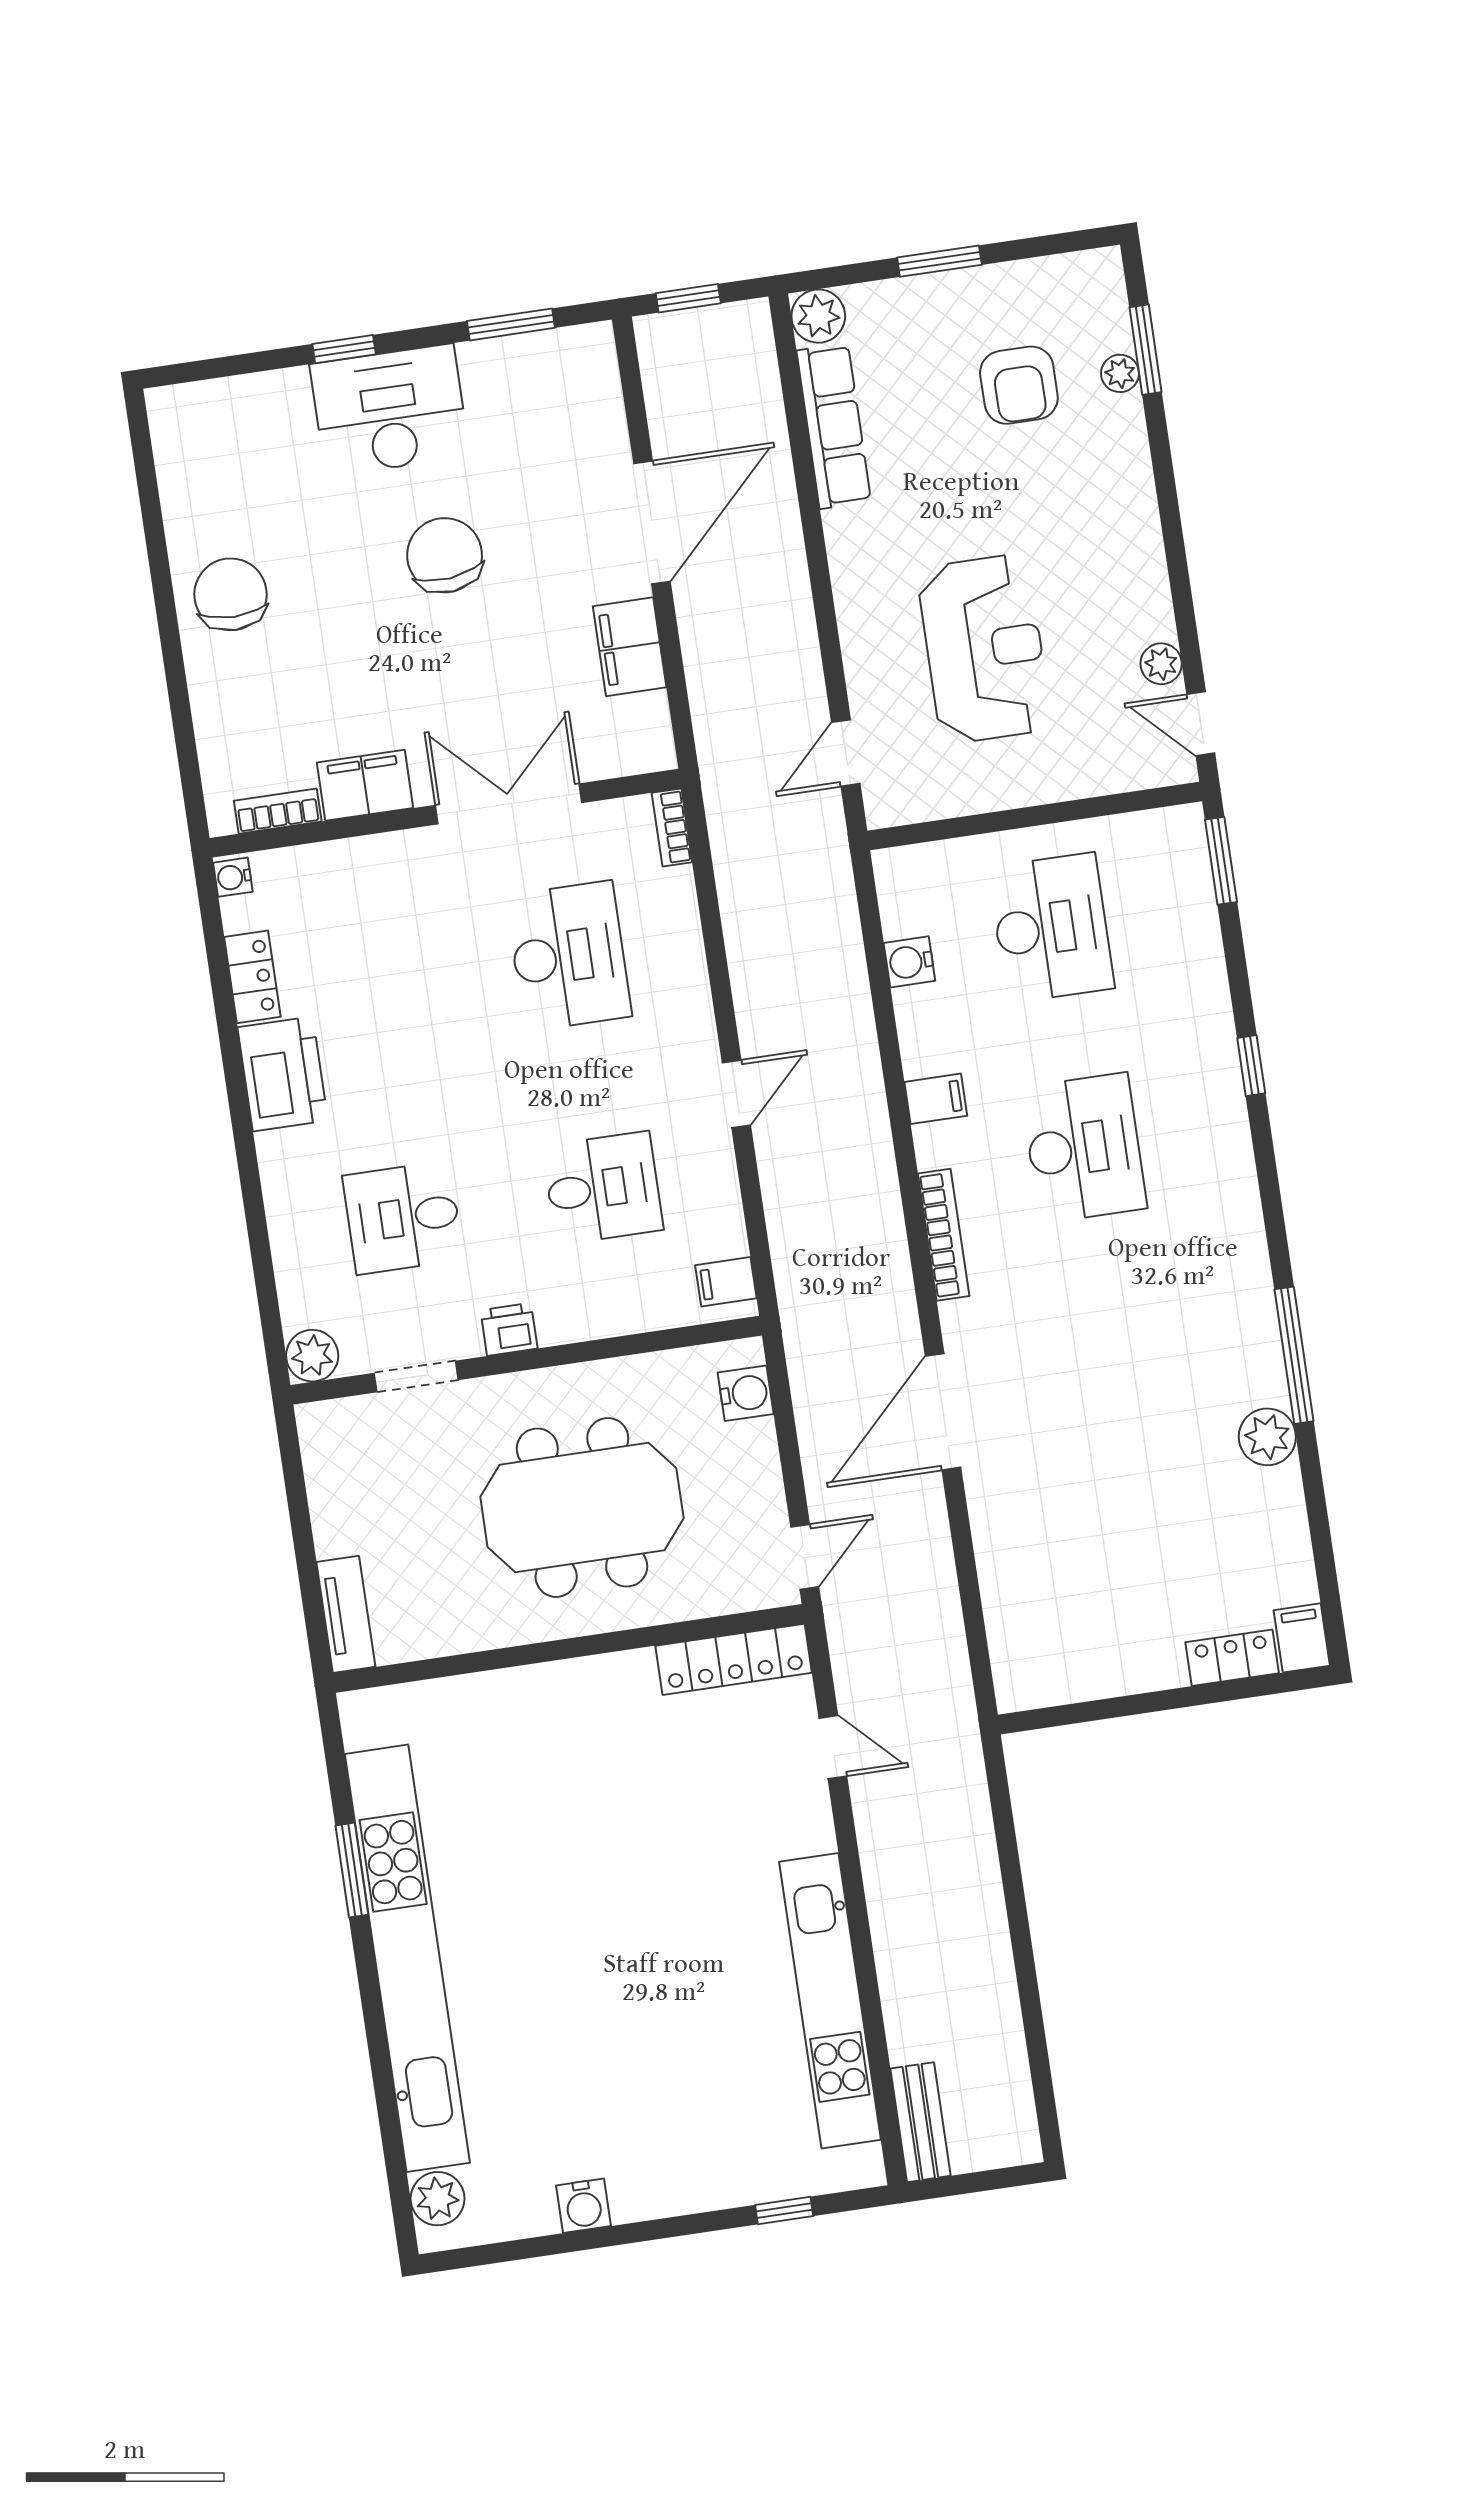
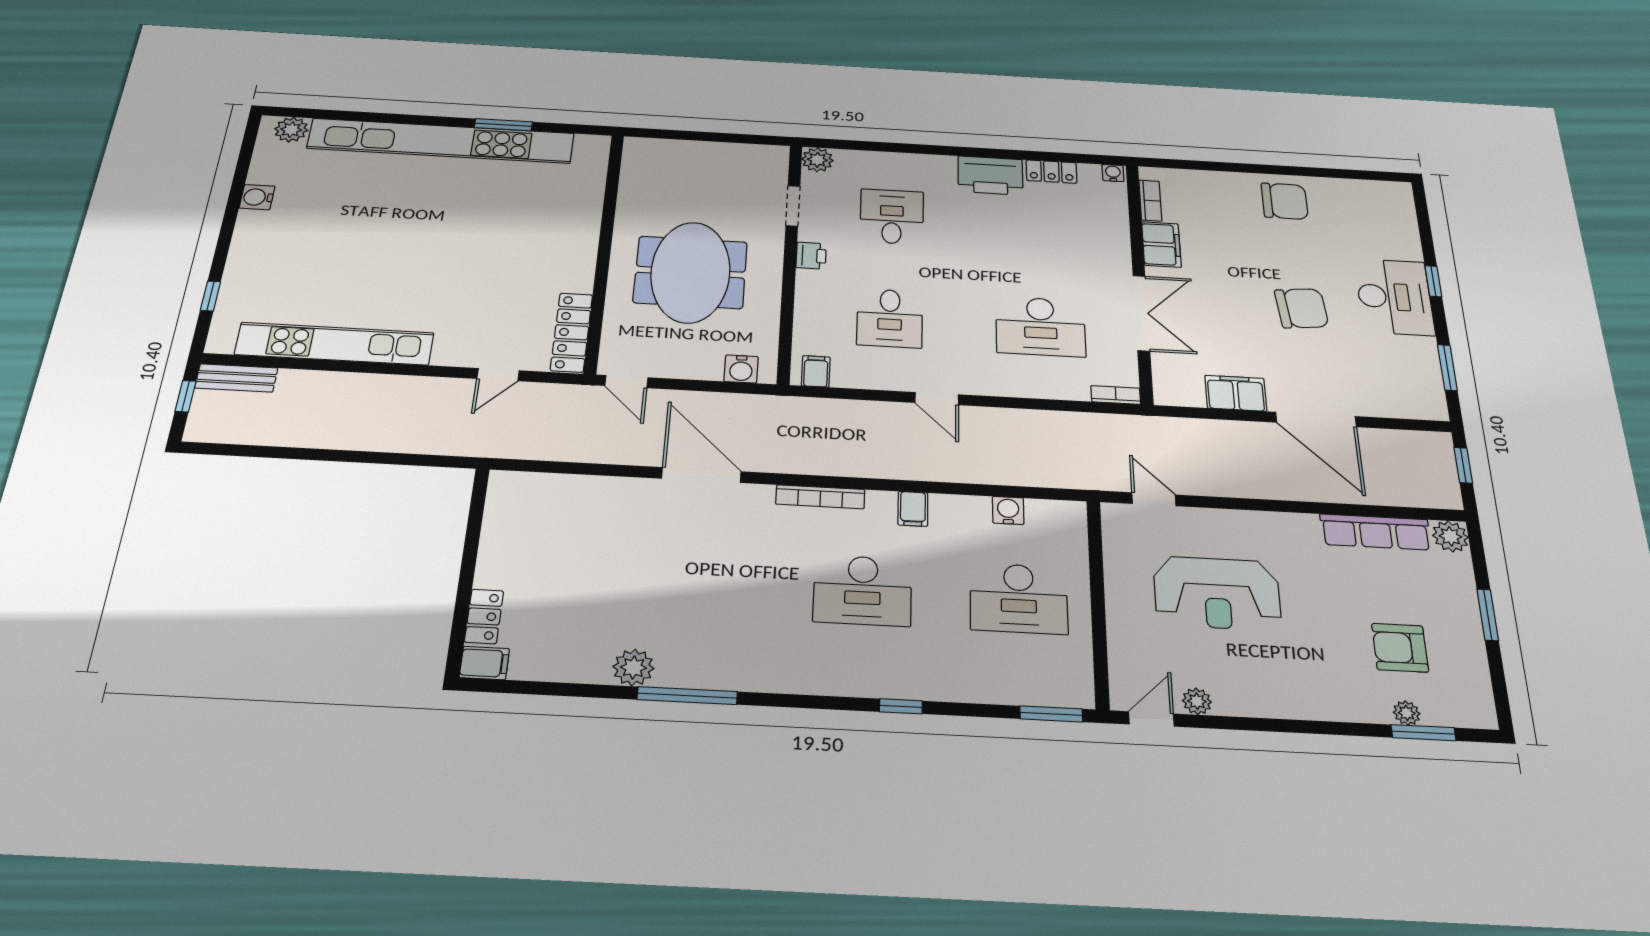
tv unit: (346, 1614) -> (657, 148), removed
window: (967, 2183) -> (185, 396), added

